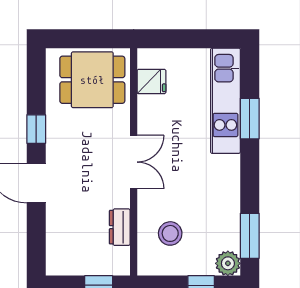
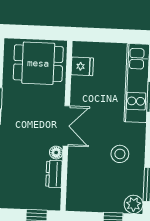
floor lamp: (121, 198) -> (56, 153), added
stool: (170, 233) -> (120, 154), moved

